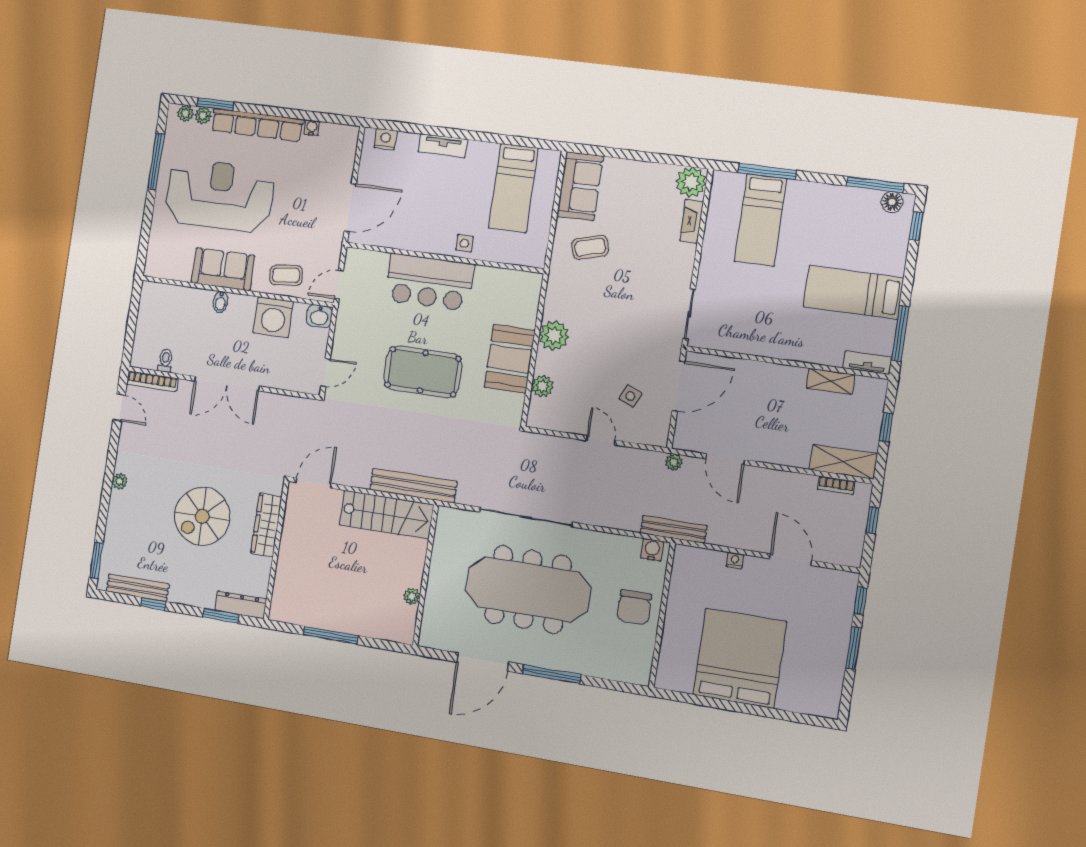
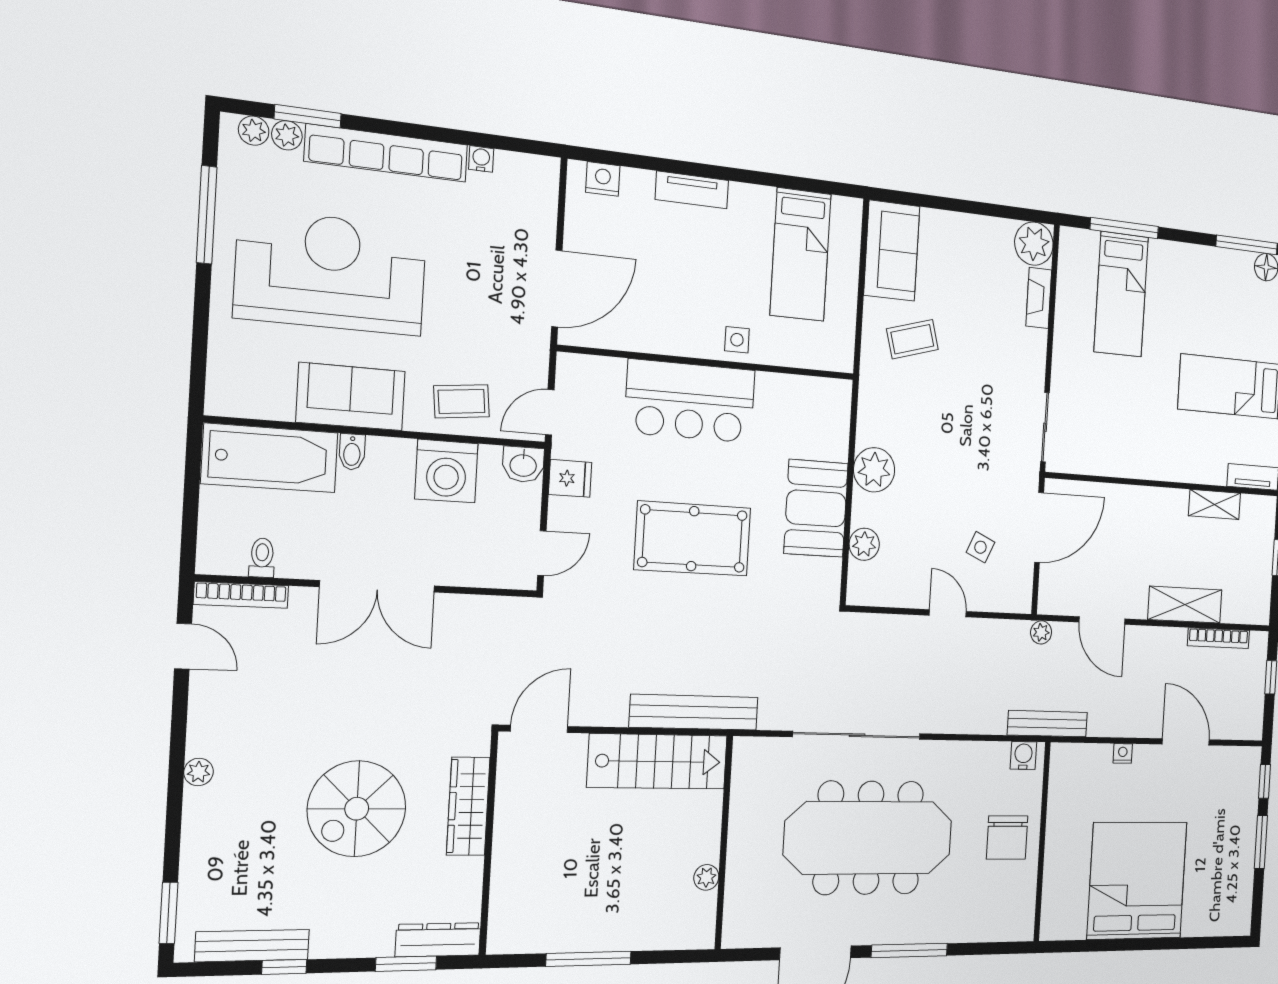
bathtub: (175, 303) -> (270, 458), added
fridge: (347, 327) -> (570, 478), added
shelving: (843, 462) -> (1185, 605), moved
bookcase: (836, 485) -> (1219, 638), width x1.56

